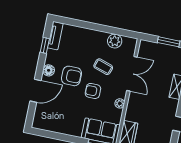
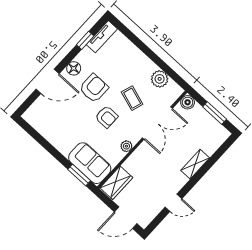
boiler: (145, 46) -> (188, 102), added
armchair: (72, 76) -> (94, 88), turned -90
armchair: (93, 91) -> (107, 117), turned 180

